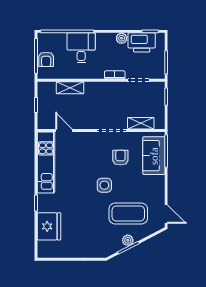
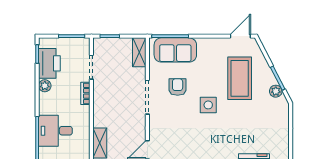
shelving: (141, 123) -> (139, 52), moved
armchair: (120, 158) -> (178, 87), turned 90
plant: (128, 240) -> (276, 91), moved

